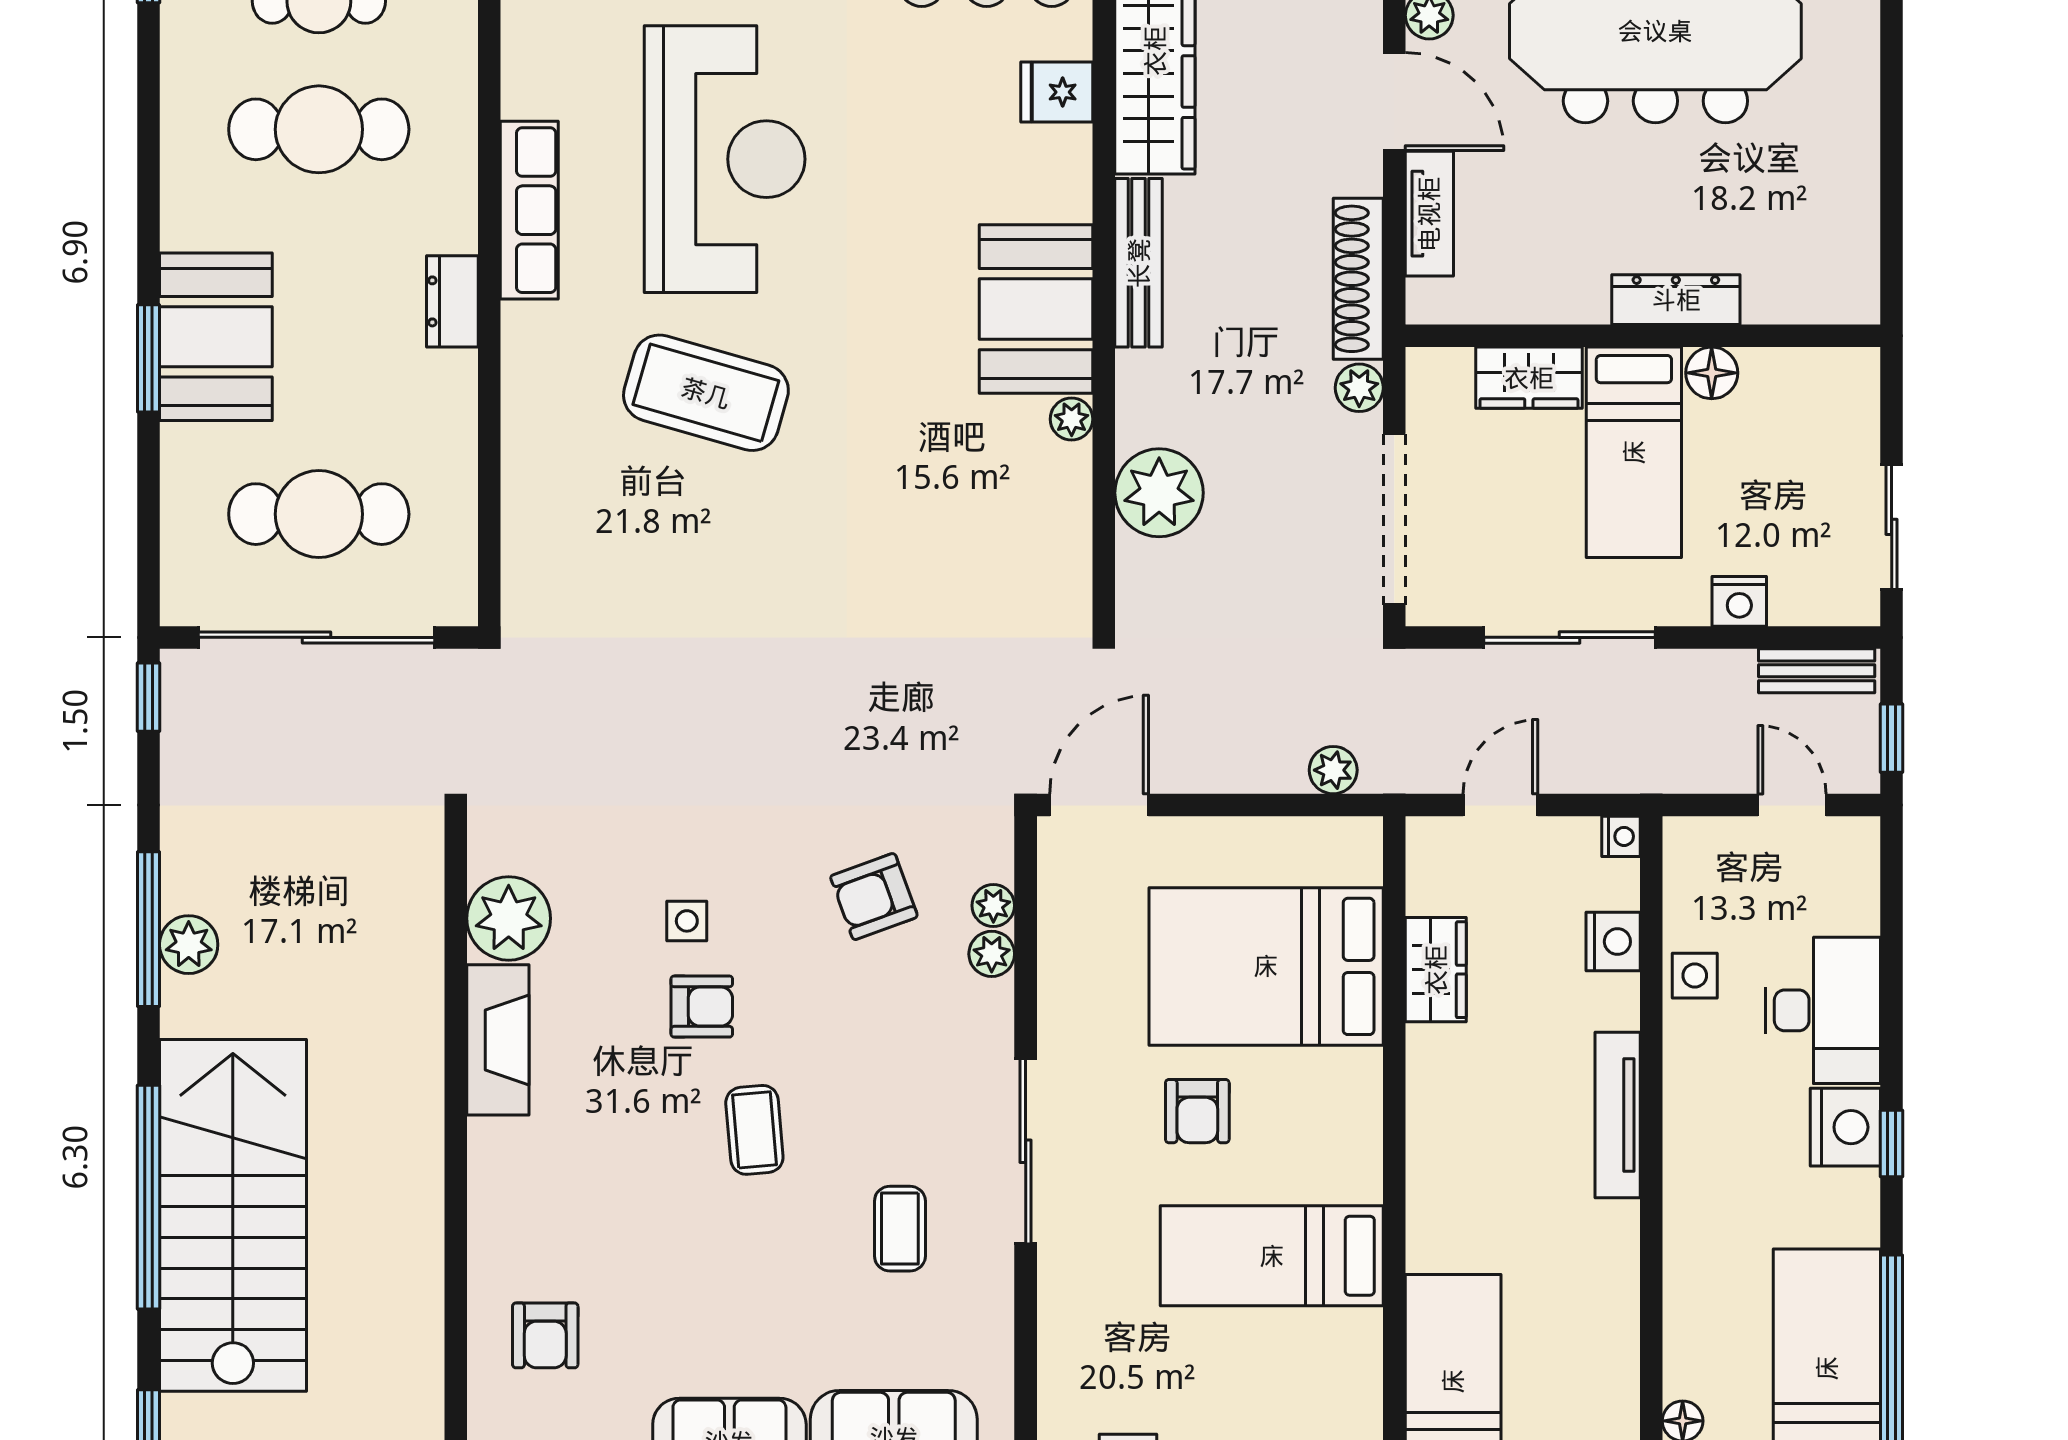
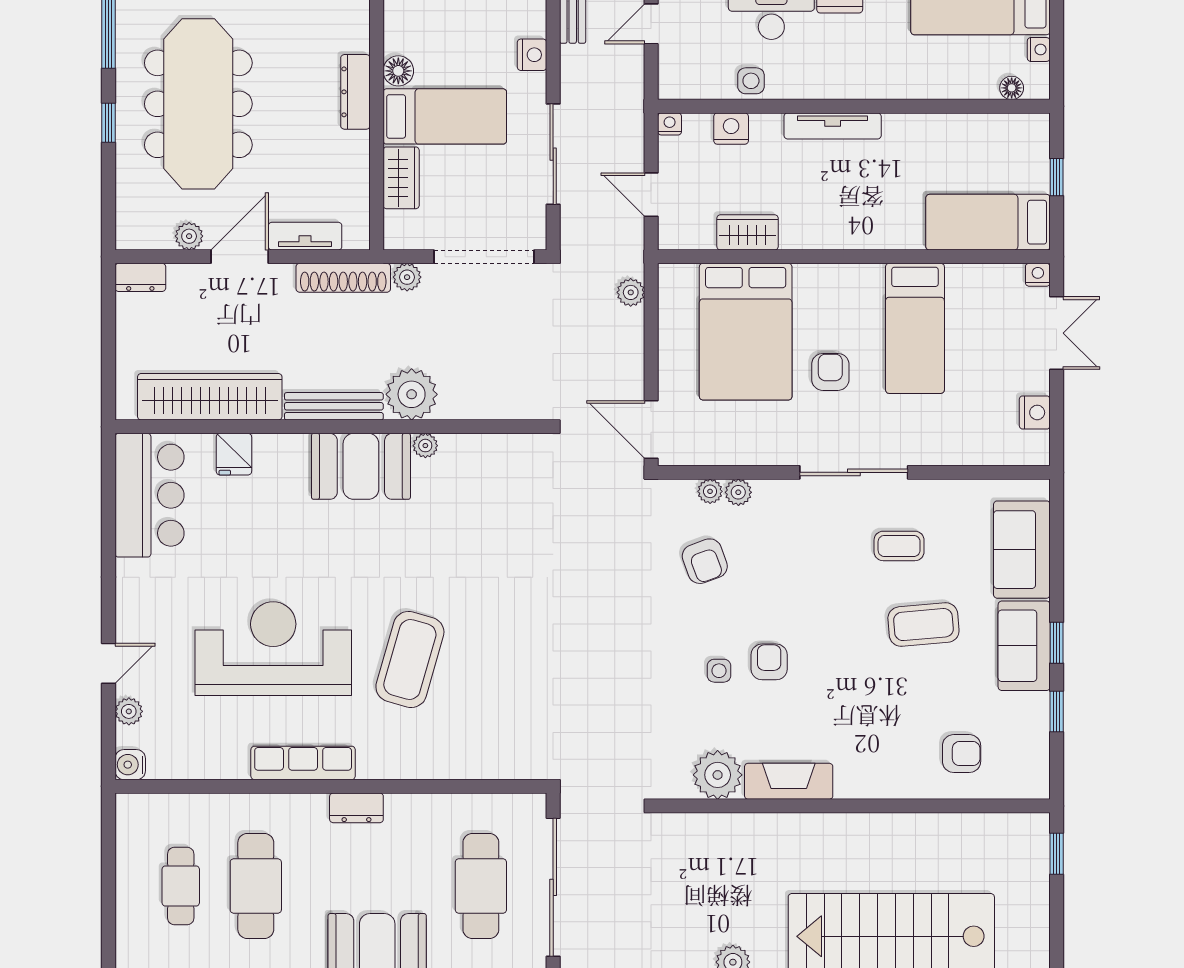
plant: (1159, 493) -> (412, 394), moved
armchair: (1197, 1111) -> (830, 372), turned -90
coffee table: (754, 1130) -> (923, 625), moved, width x1.36, depth x1.30

